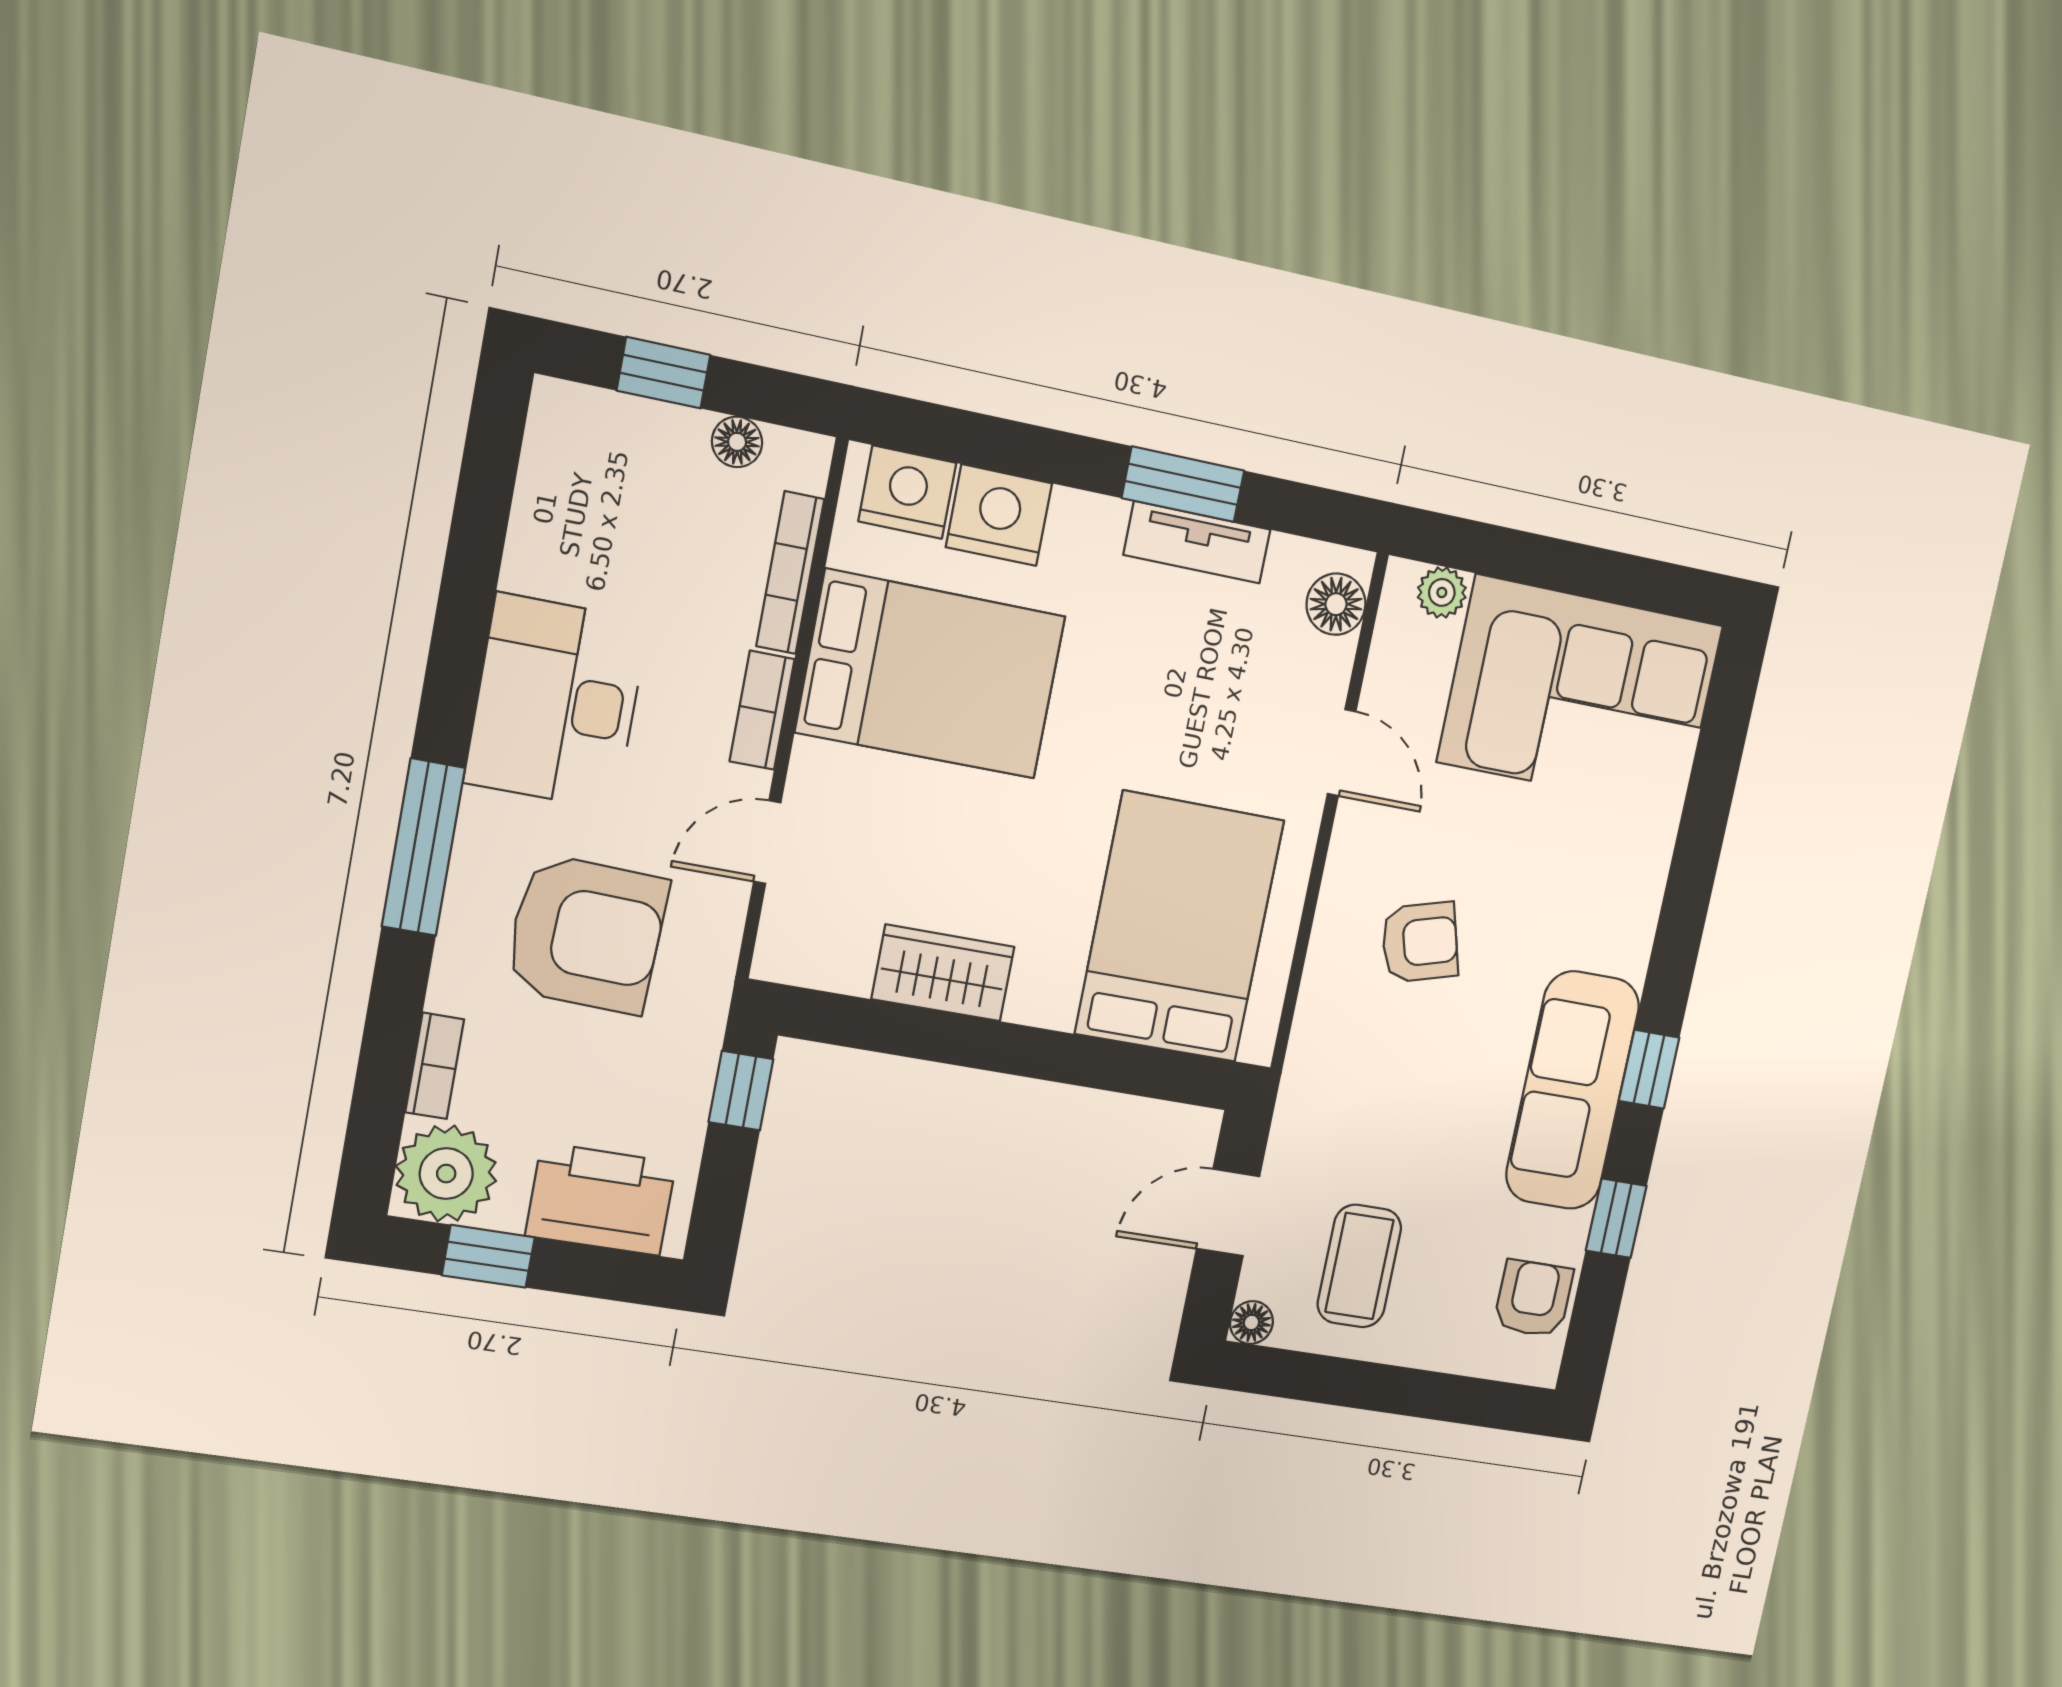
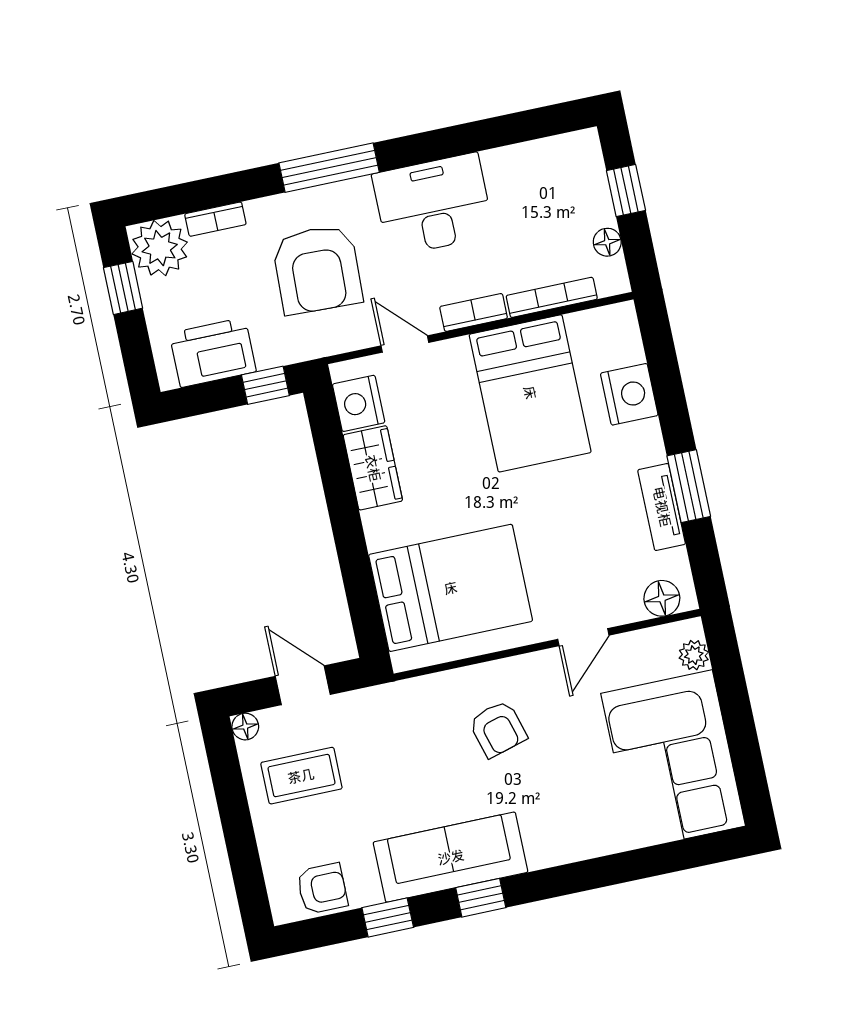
nightstand: (907, 492) -> (359, 403), moved, turned 180
printer: (601, 1199) -> (213, 352), moved, turned -90

